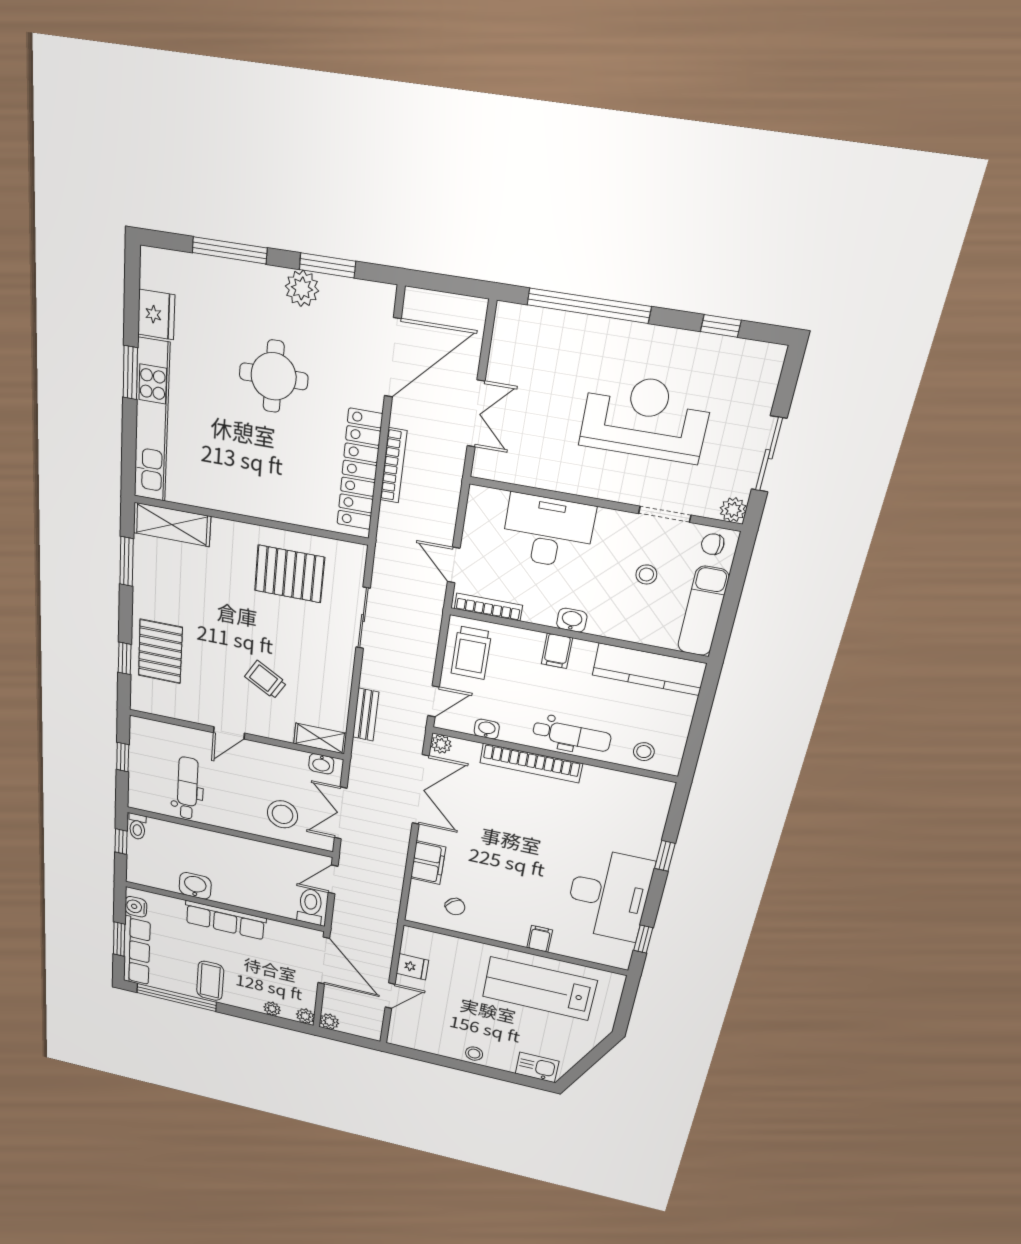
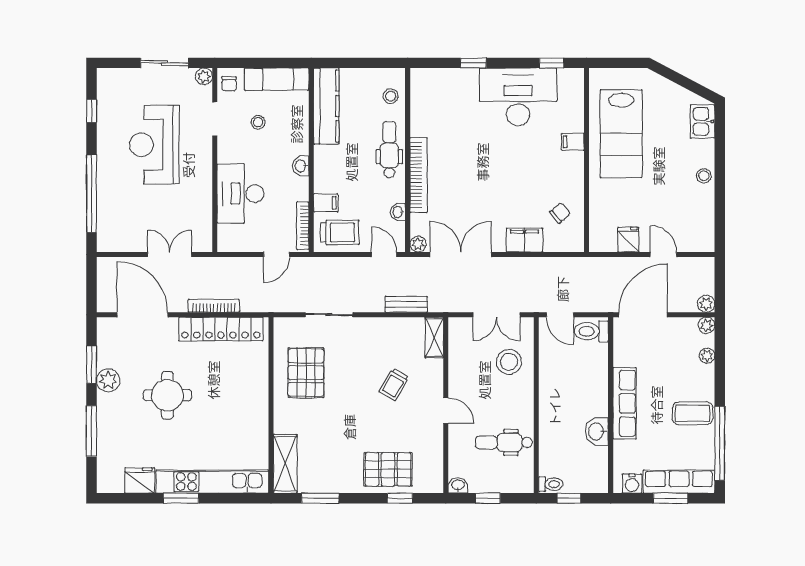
filing cabinet: (557, 651) -> (326, 203), moved
washbasin: (321, 764) -> (458, 485), moved, turned -90

